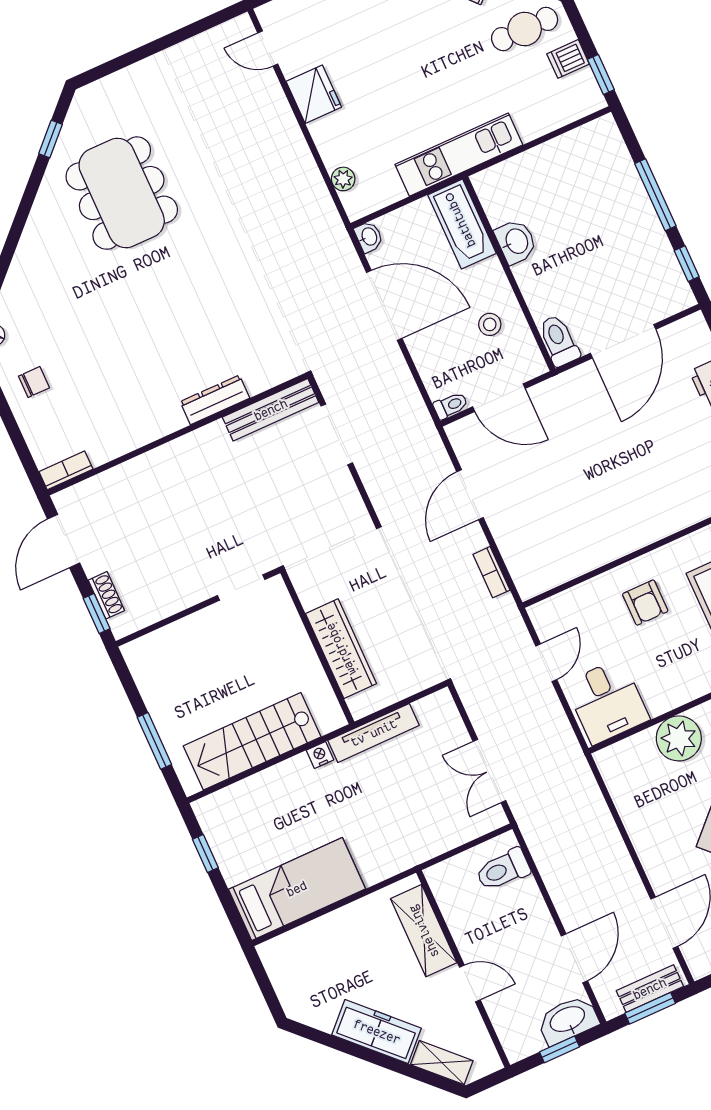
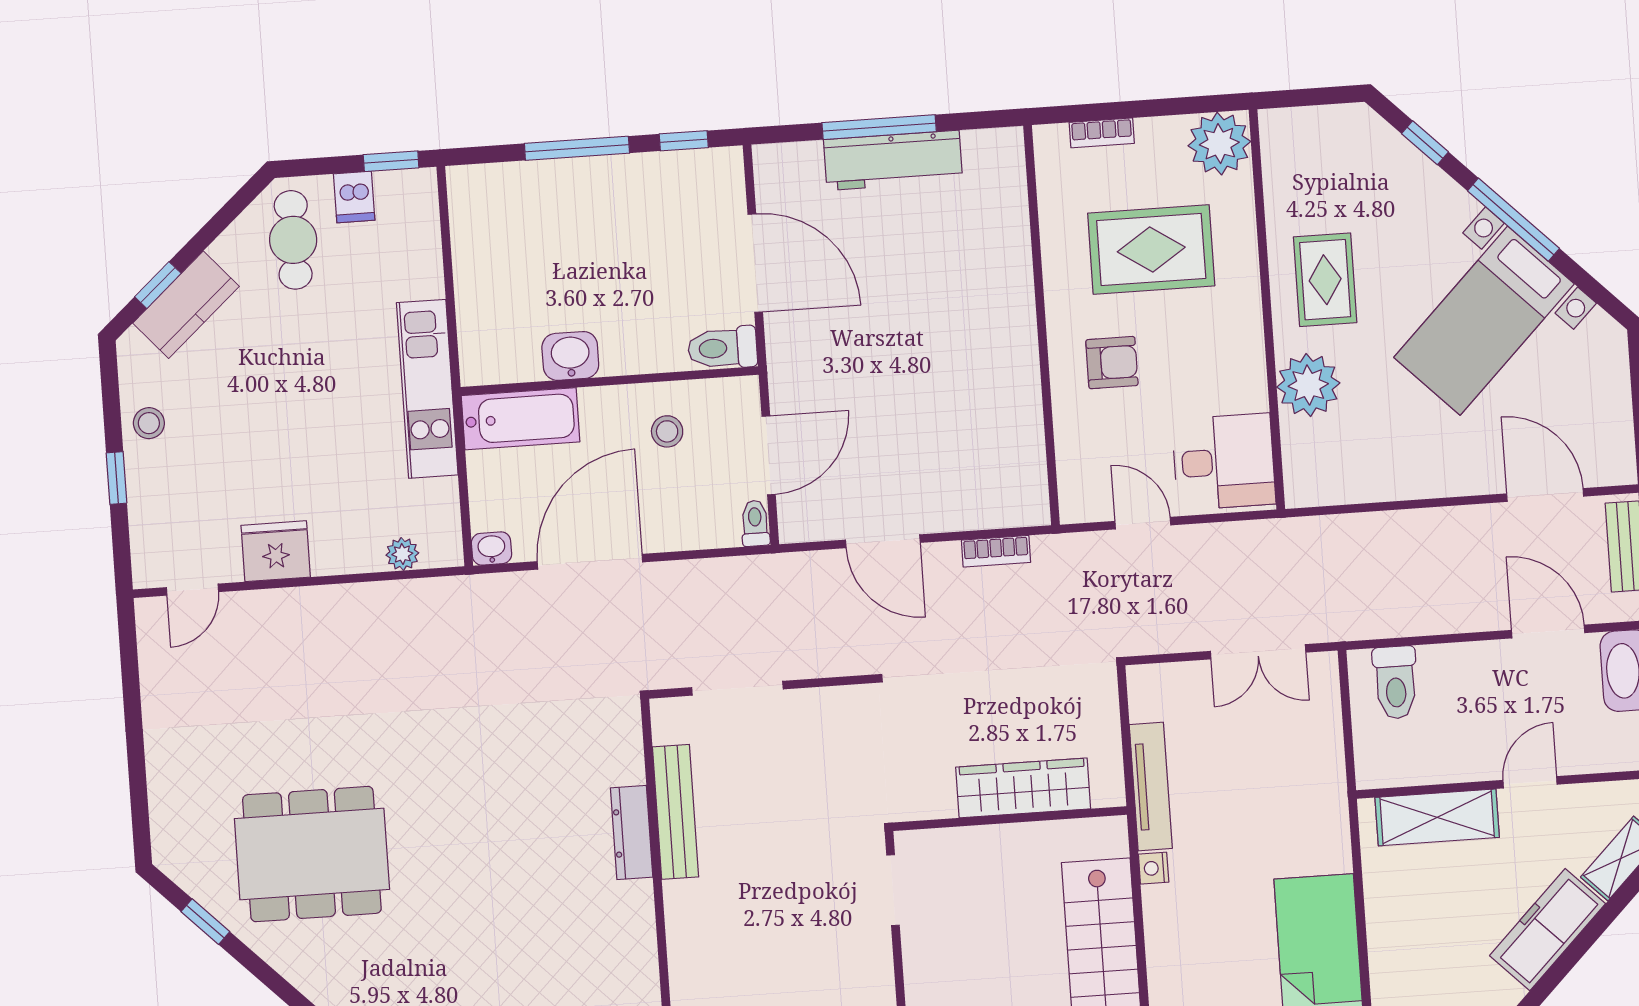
bench: (271, 410) -> (675, 812), moved

